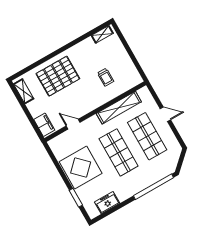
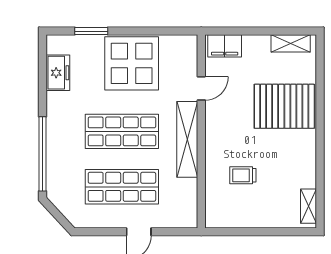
pallet: (58, 76) -> (284, 106), turned 90
shelving: (119, 108) -> (187, 139), moved

